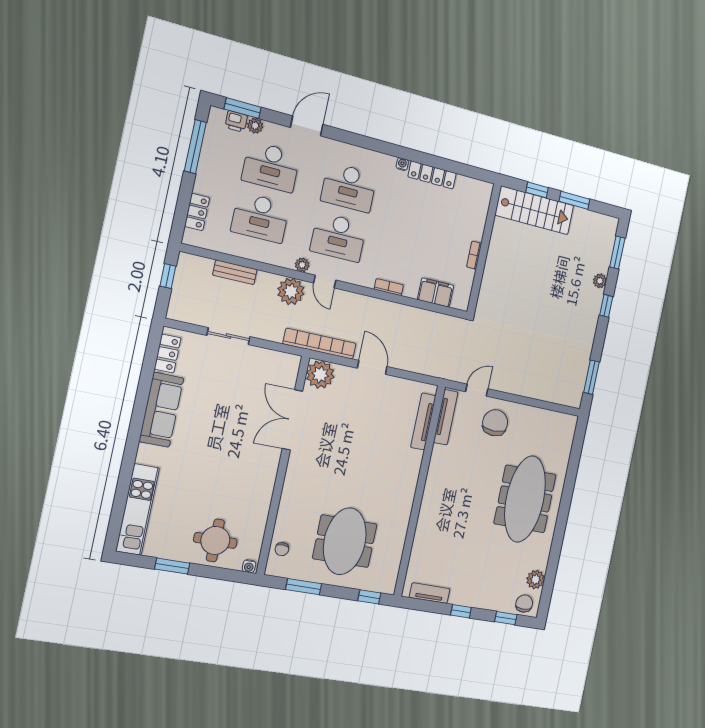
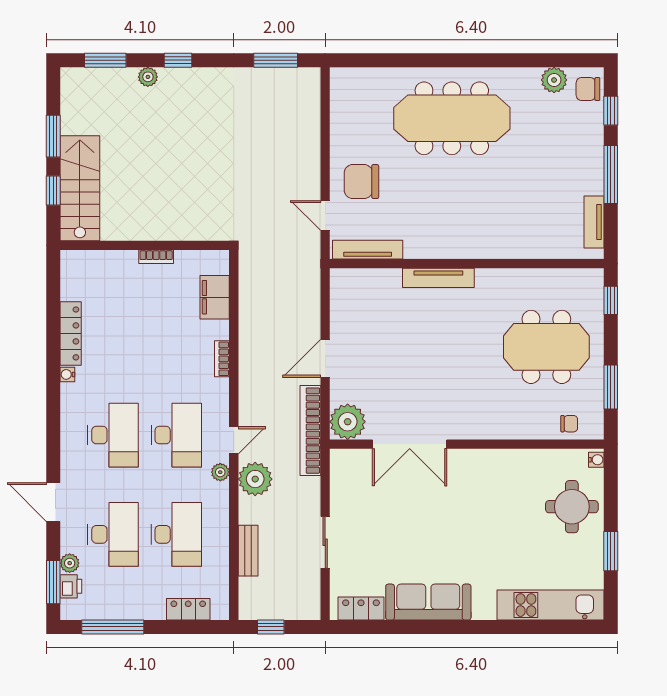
tv unit: (423, 421) -> (438, 278), moved
window: (461, 611) -> (611, 175), width x2.17

